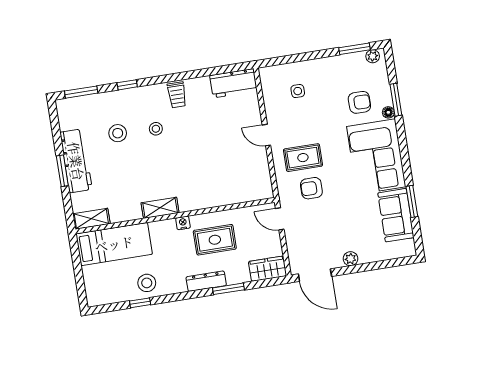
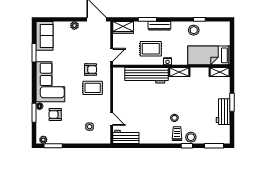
trolley: (177, 95) -> (177, 134), moved
stool: (118, 133) -> (191, 137), moved
door: (266, 135) -> (112, 119), moved
workbench: (76, 161) -> (223, 112), width x0.73
workbench: (215, 194) -> (146, 75), added
sofa: (396, 215) -> (44, 36), moved
door: (280, 219) -> (112, 55), hinge flipped

